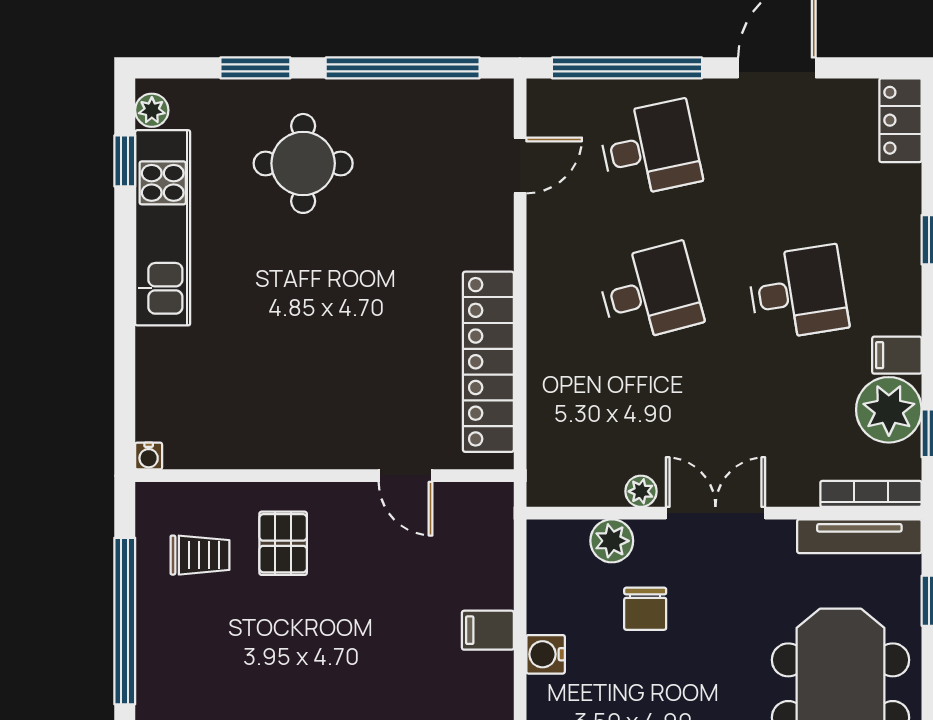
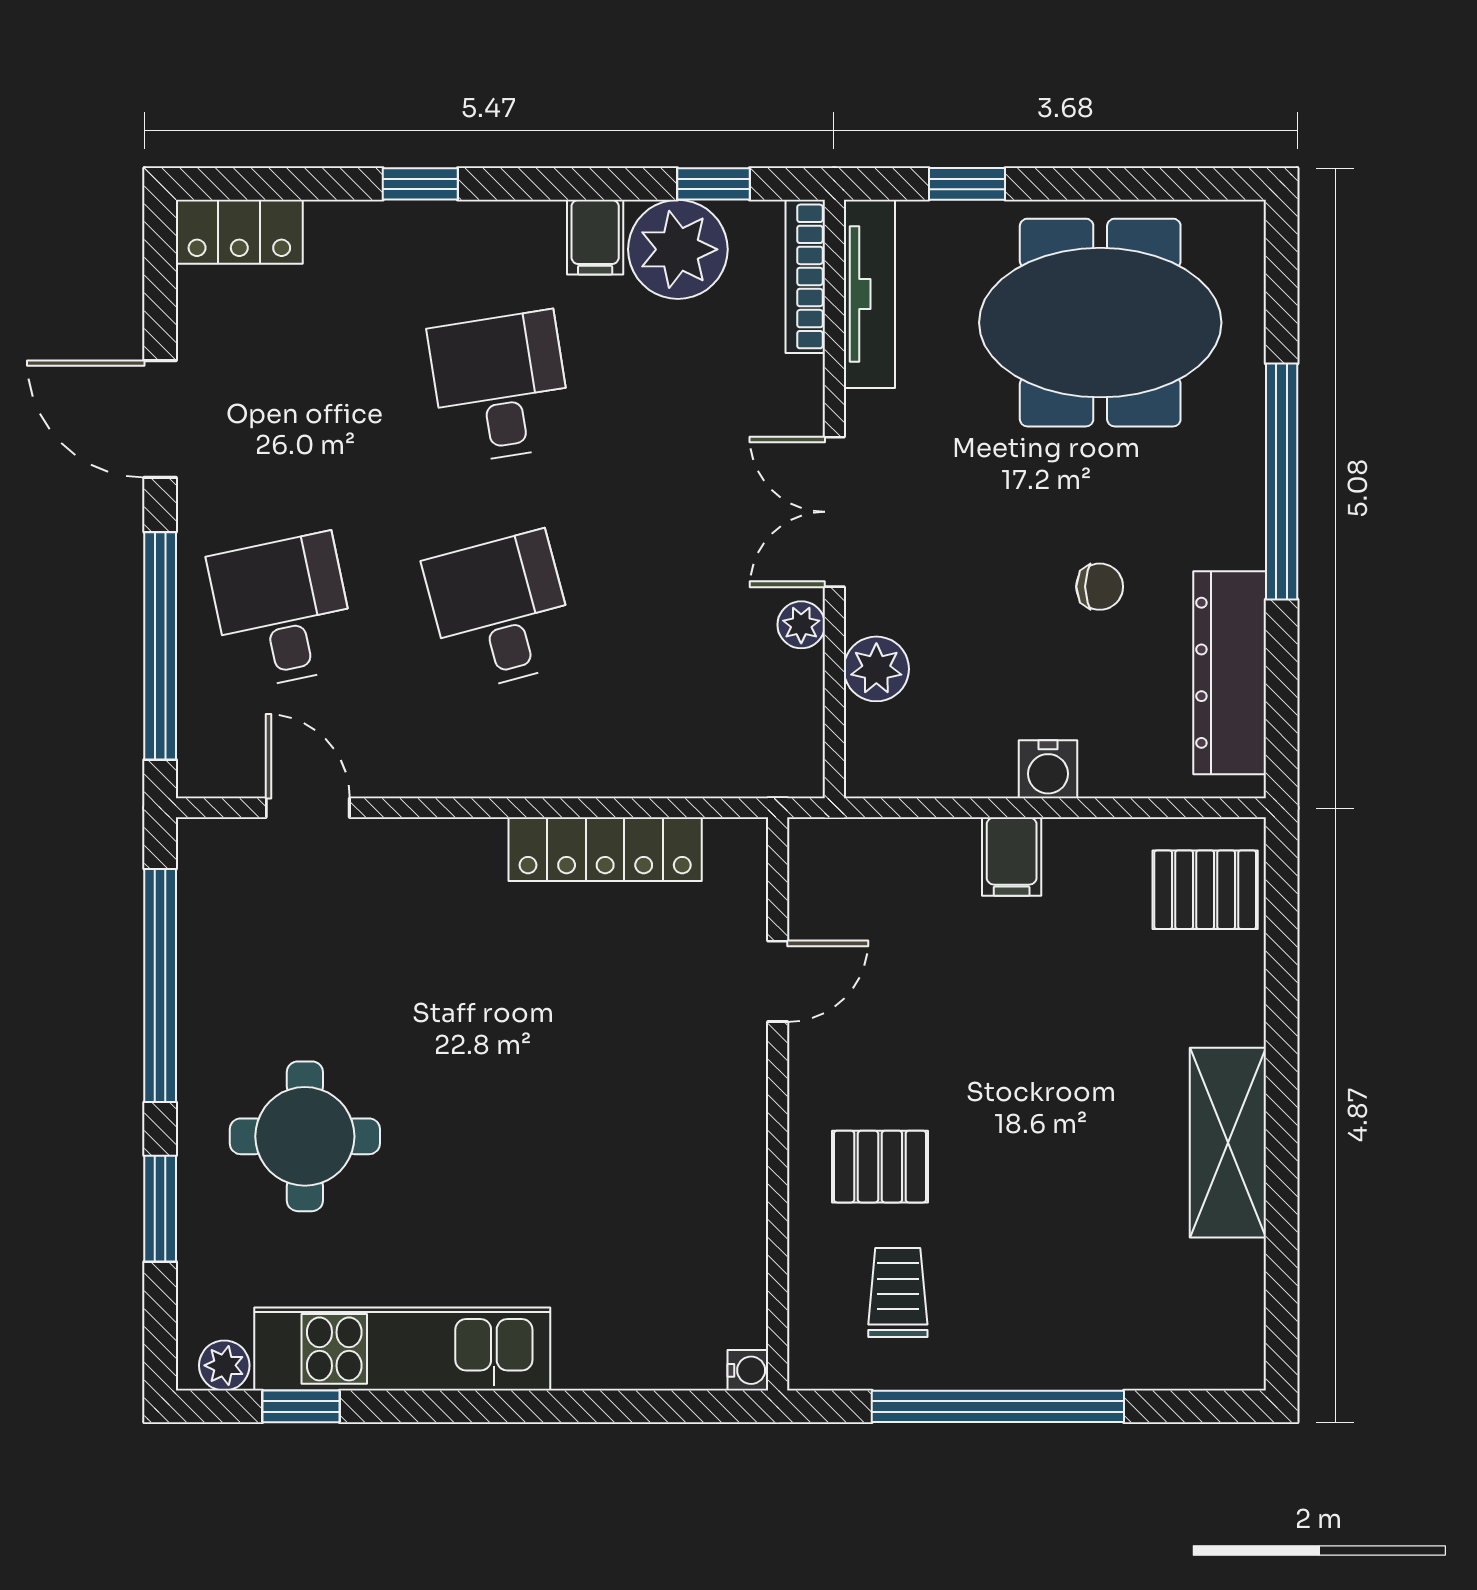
locker: (488, 362) -> (605, 849), width x0.71, depth x0.83
chair: (645, 609) -> (1100, 587), moved, width x0.73, depth x0.73

